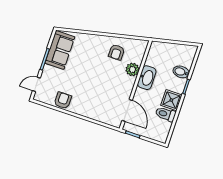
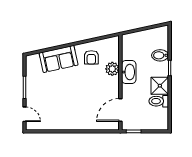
sofa: (60, 50) -> (59, 59), moved, turned 78
door: (36, 84) -> (24, 114), swing flipped
armchair: (63, 100) -> (55, 121), removed
door: (127, 110) -> (120, 110), swing flipped

